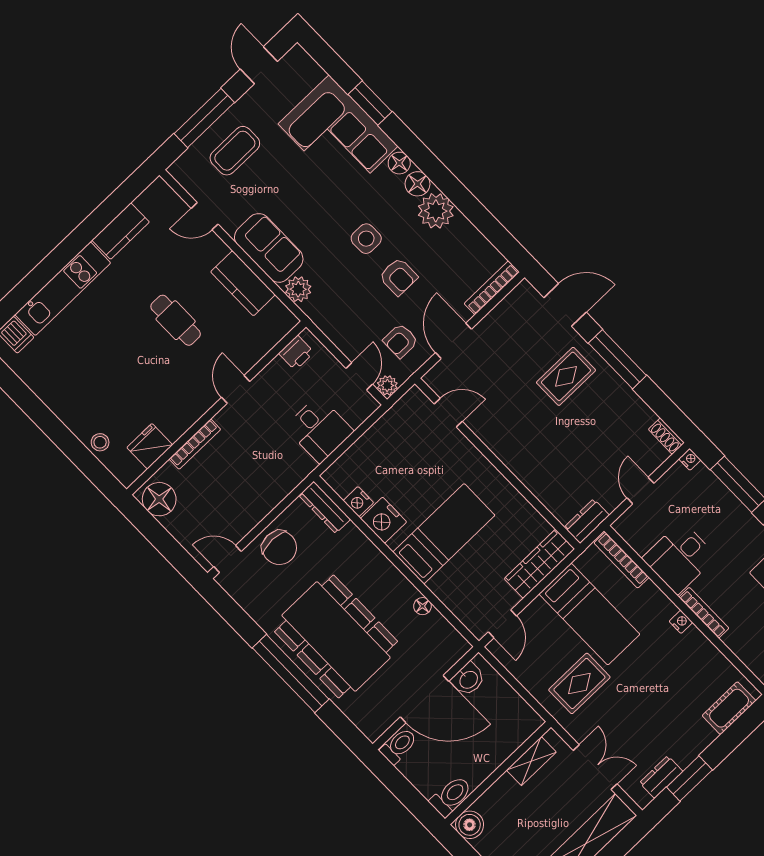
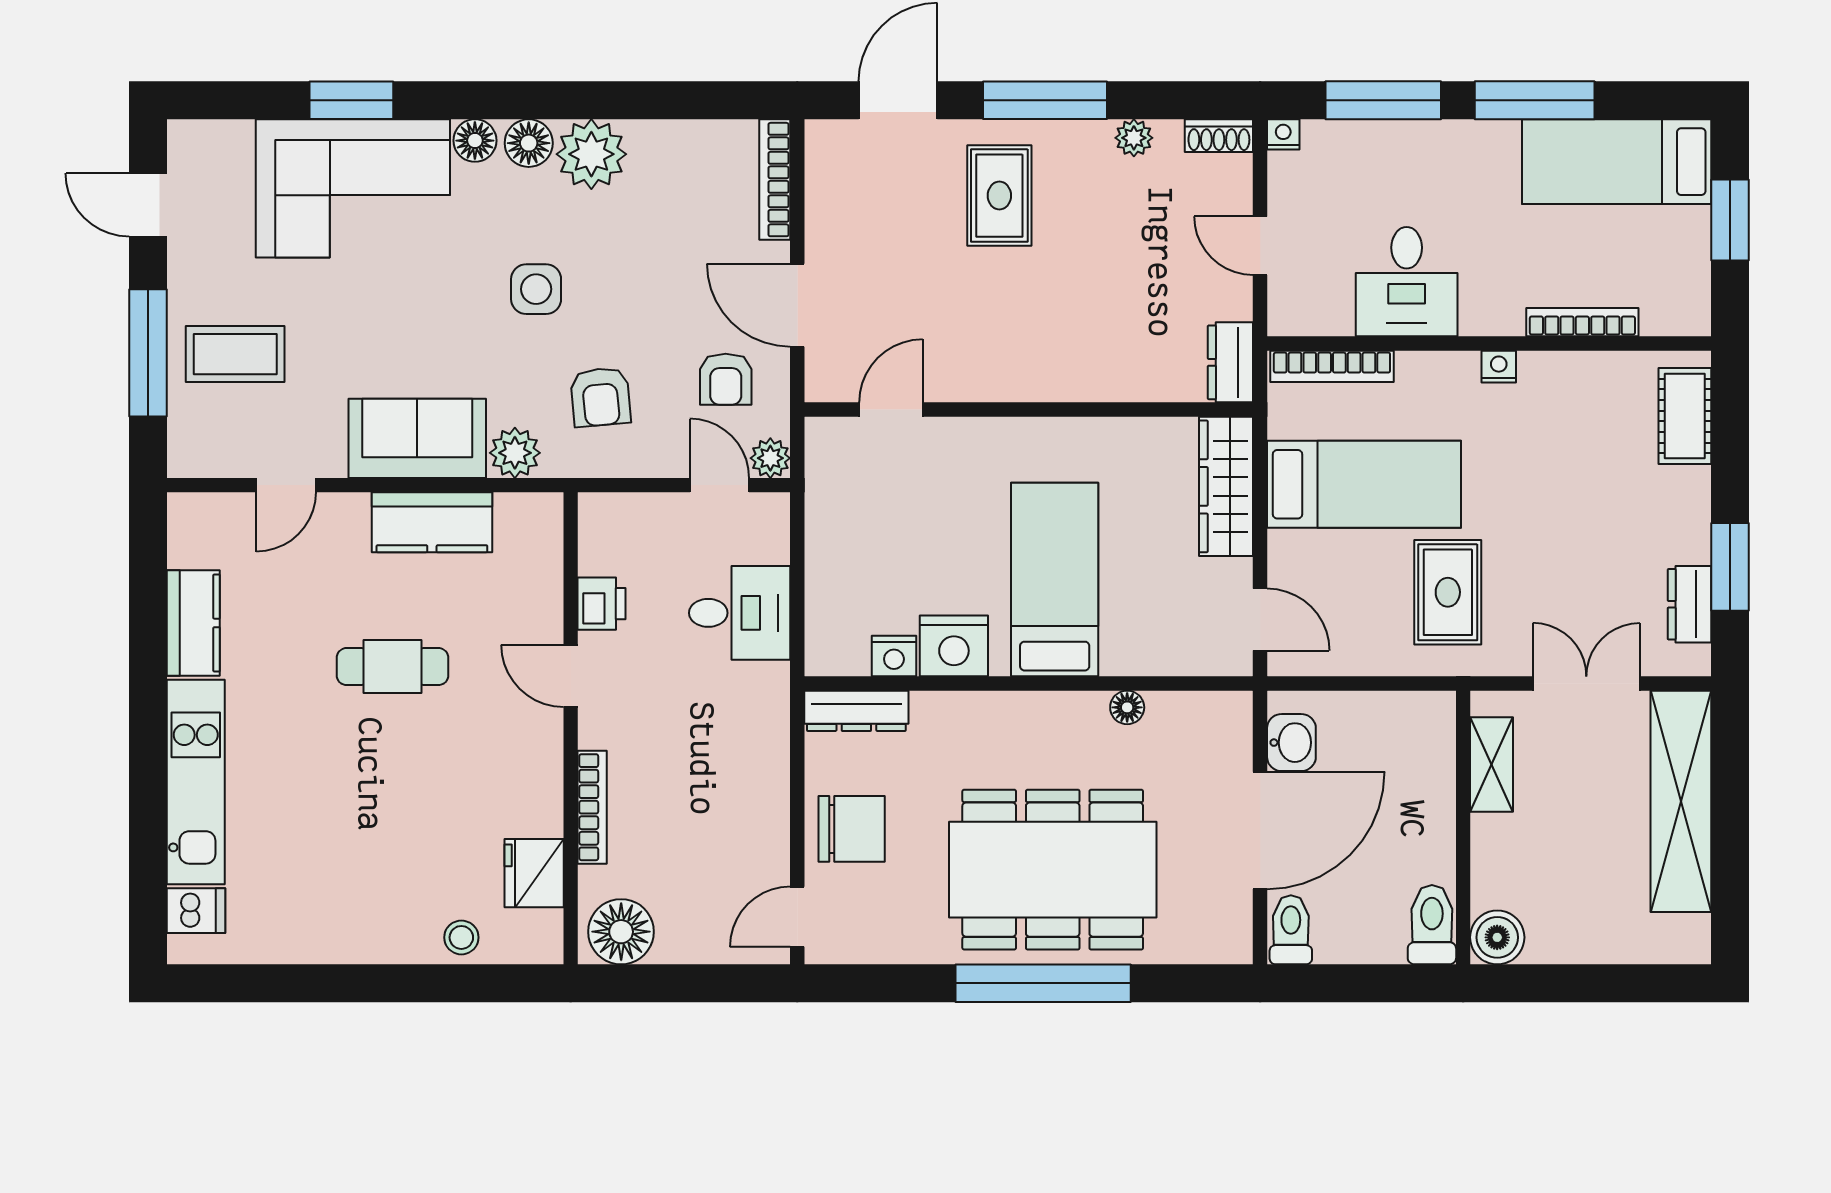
coffee table: (235, 151) -> (235, 354), turned 90
armchair: (398, 277) -> (601, 397), moved, turned 85
printer: (296, 353) -> (602, 604), moved
plant: (635, 405) -> (1134, 138), added
bookcase: (704, 613) -> (1582, 322), moved

